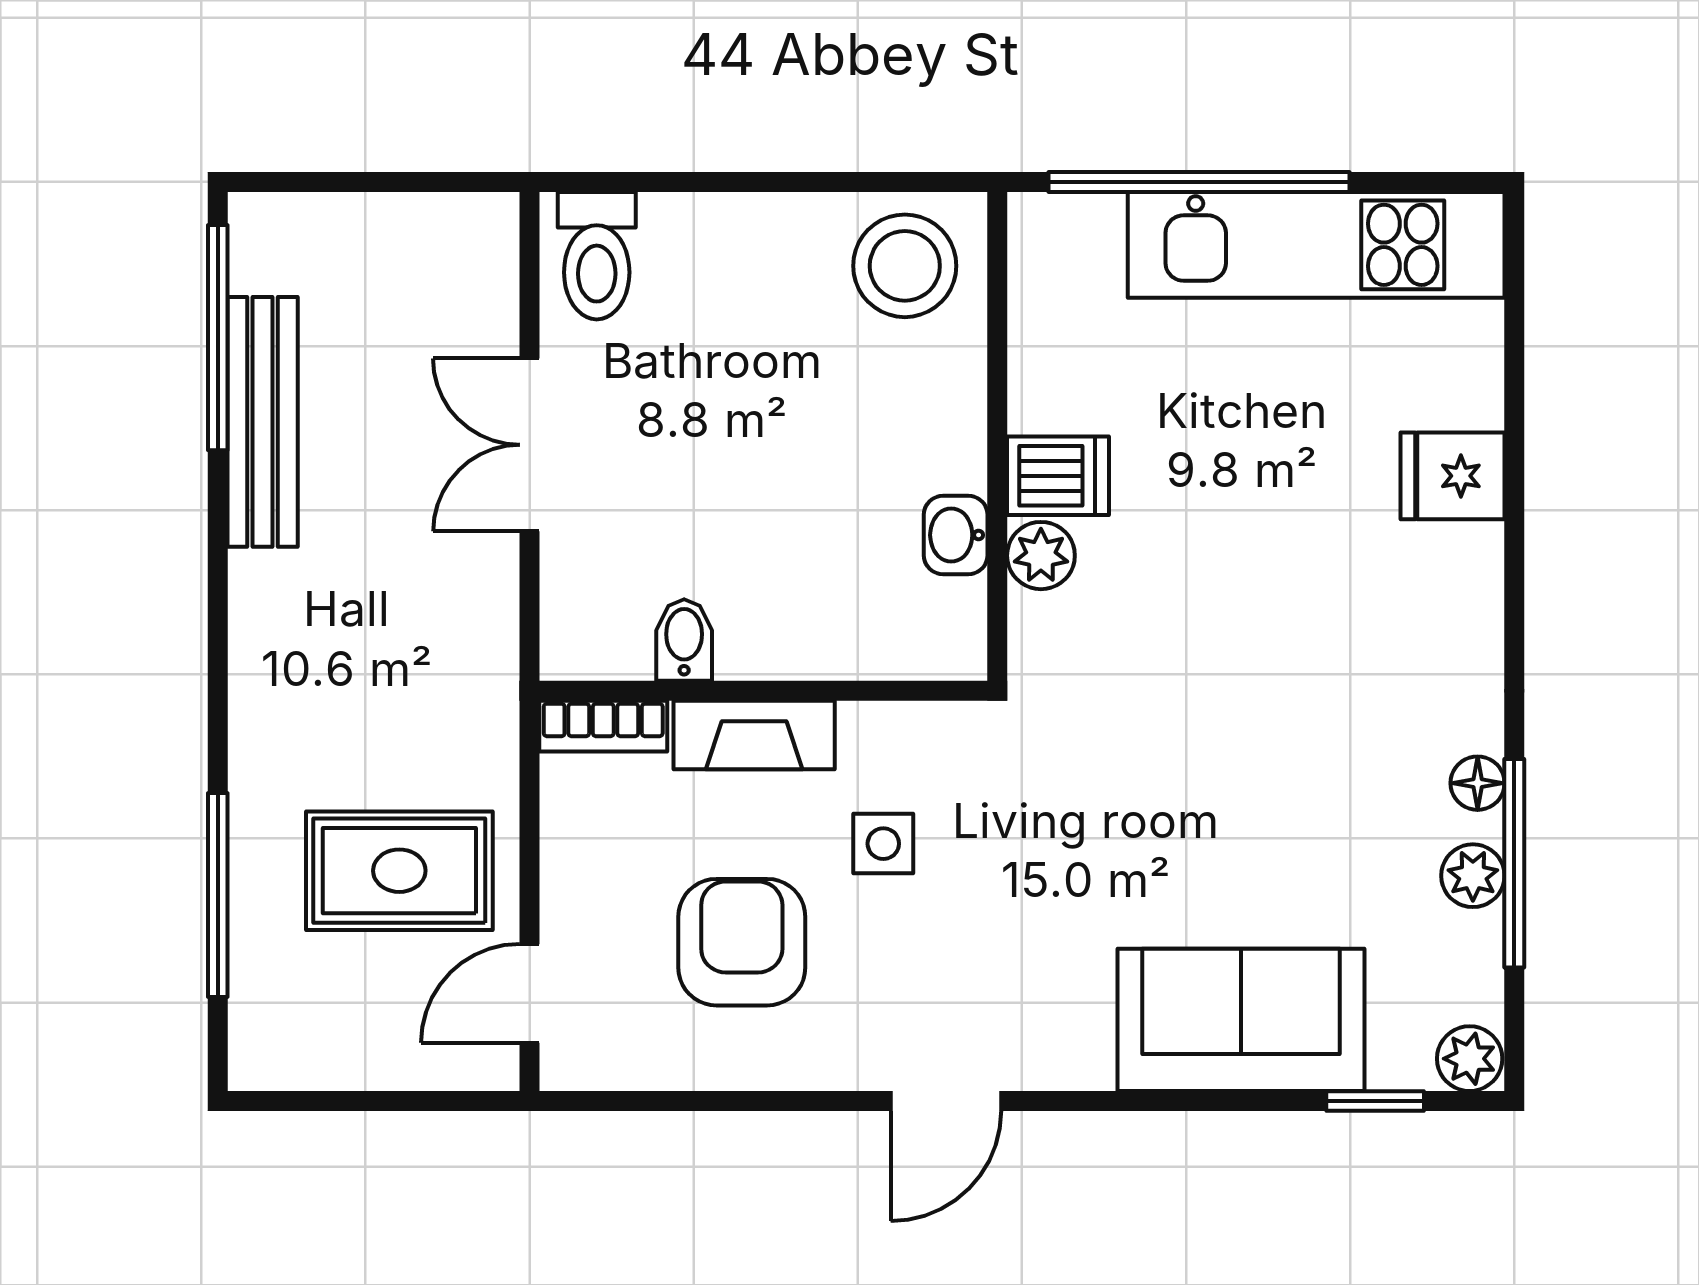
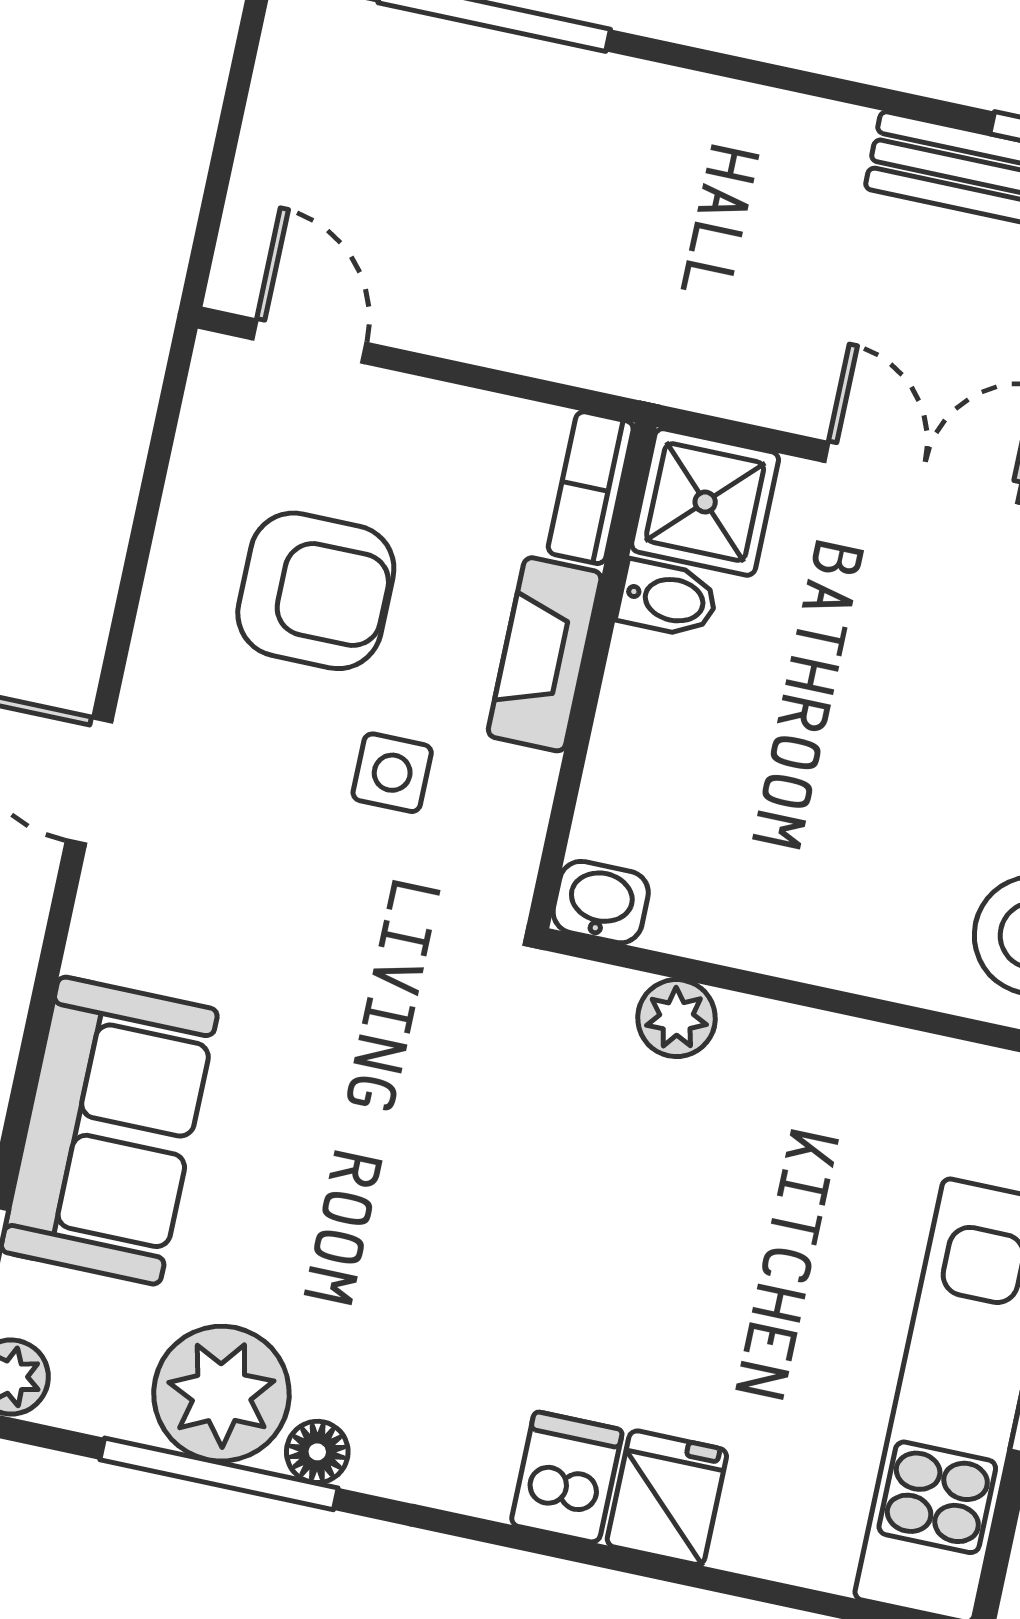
dishwasher: (1058, 476) -> (567, 1477), moved, turned 180
washbasin: (956, 535) -> (601, 902), moved
shower: (595, 626) -> (705, 502), added
rug: (399, 871) -> (478, 225), removed
plant: (1473, 876) -> (221, 1394), width x1.88, depth x1.88

